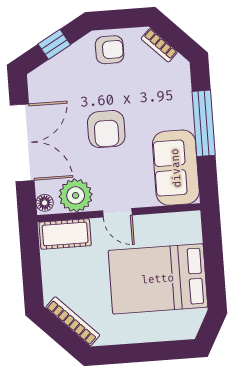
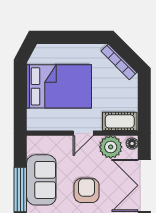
sofa: (176, 168) -> (41, 180), moved
door: (117, 213) -> (83, 133), swing flipped

